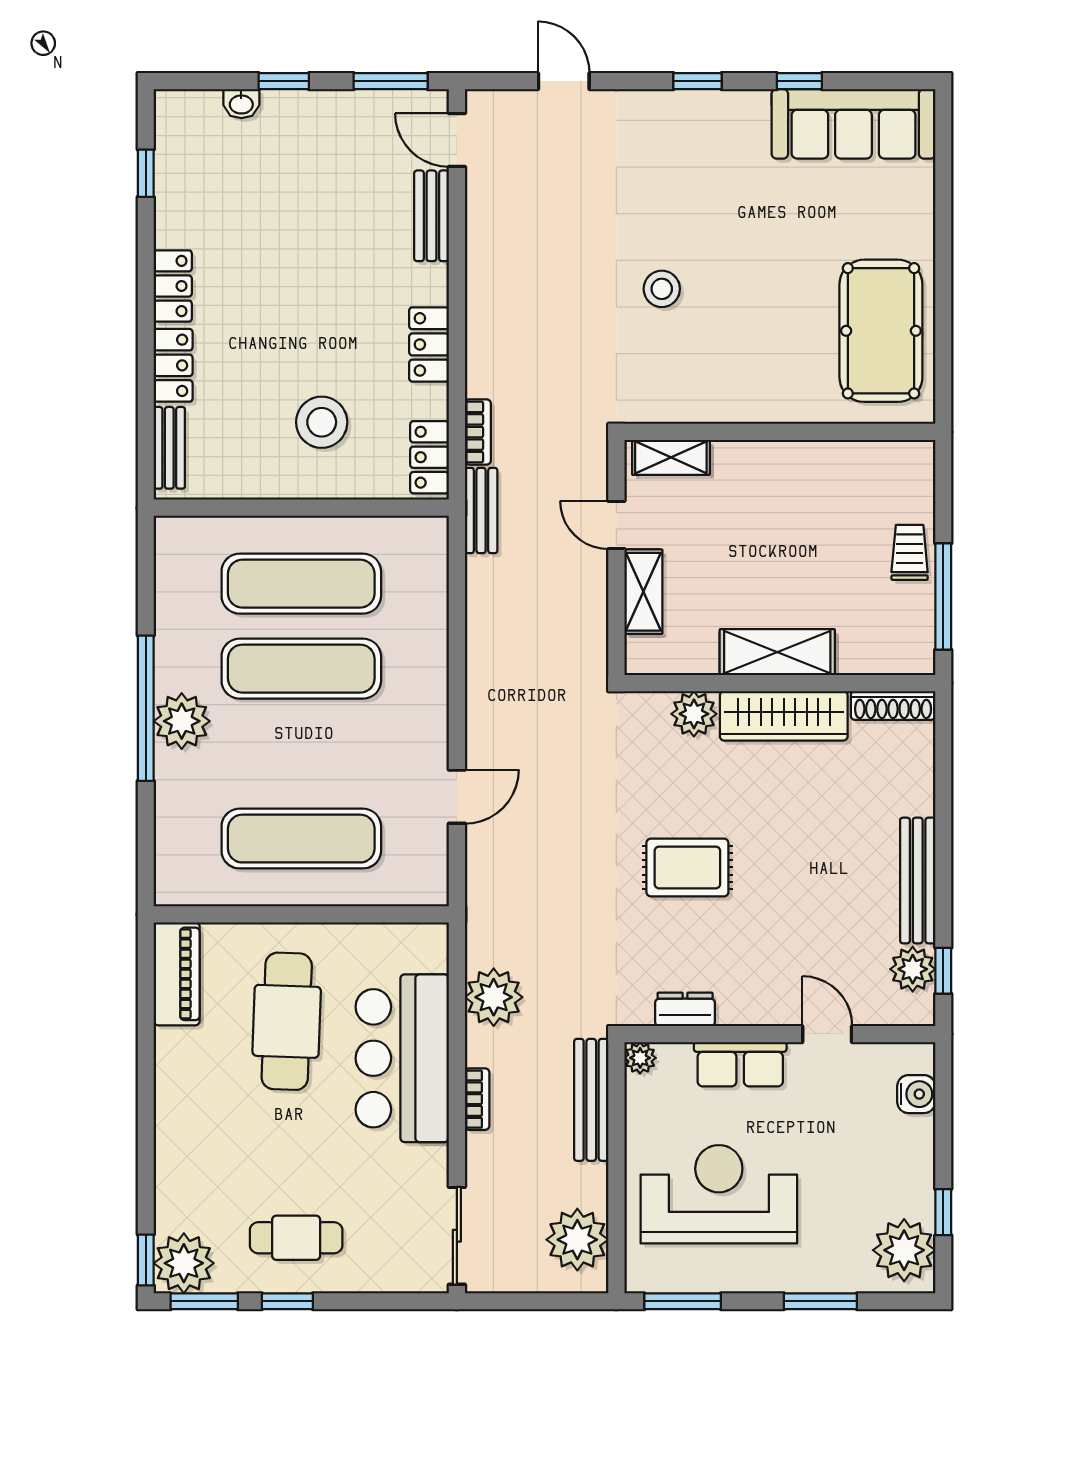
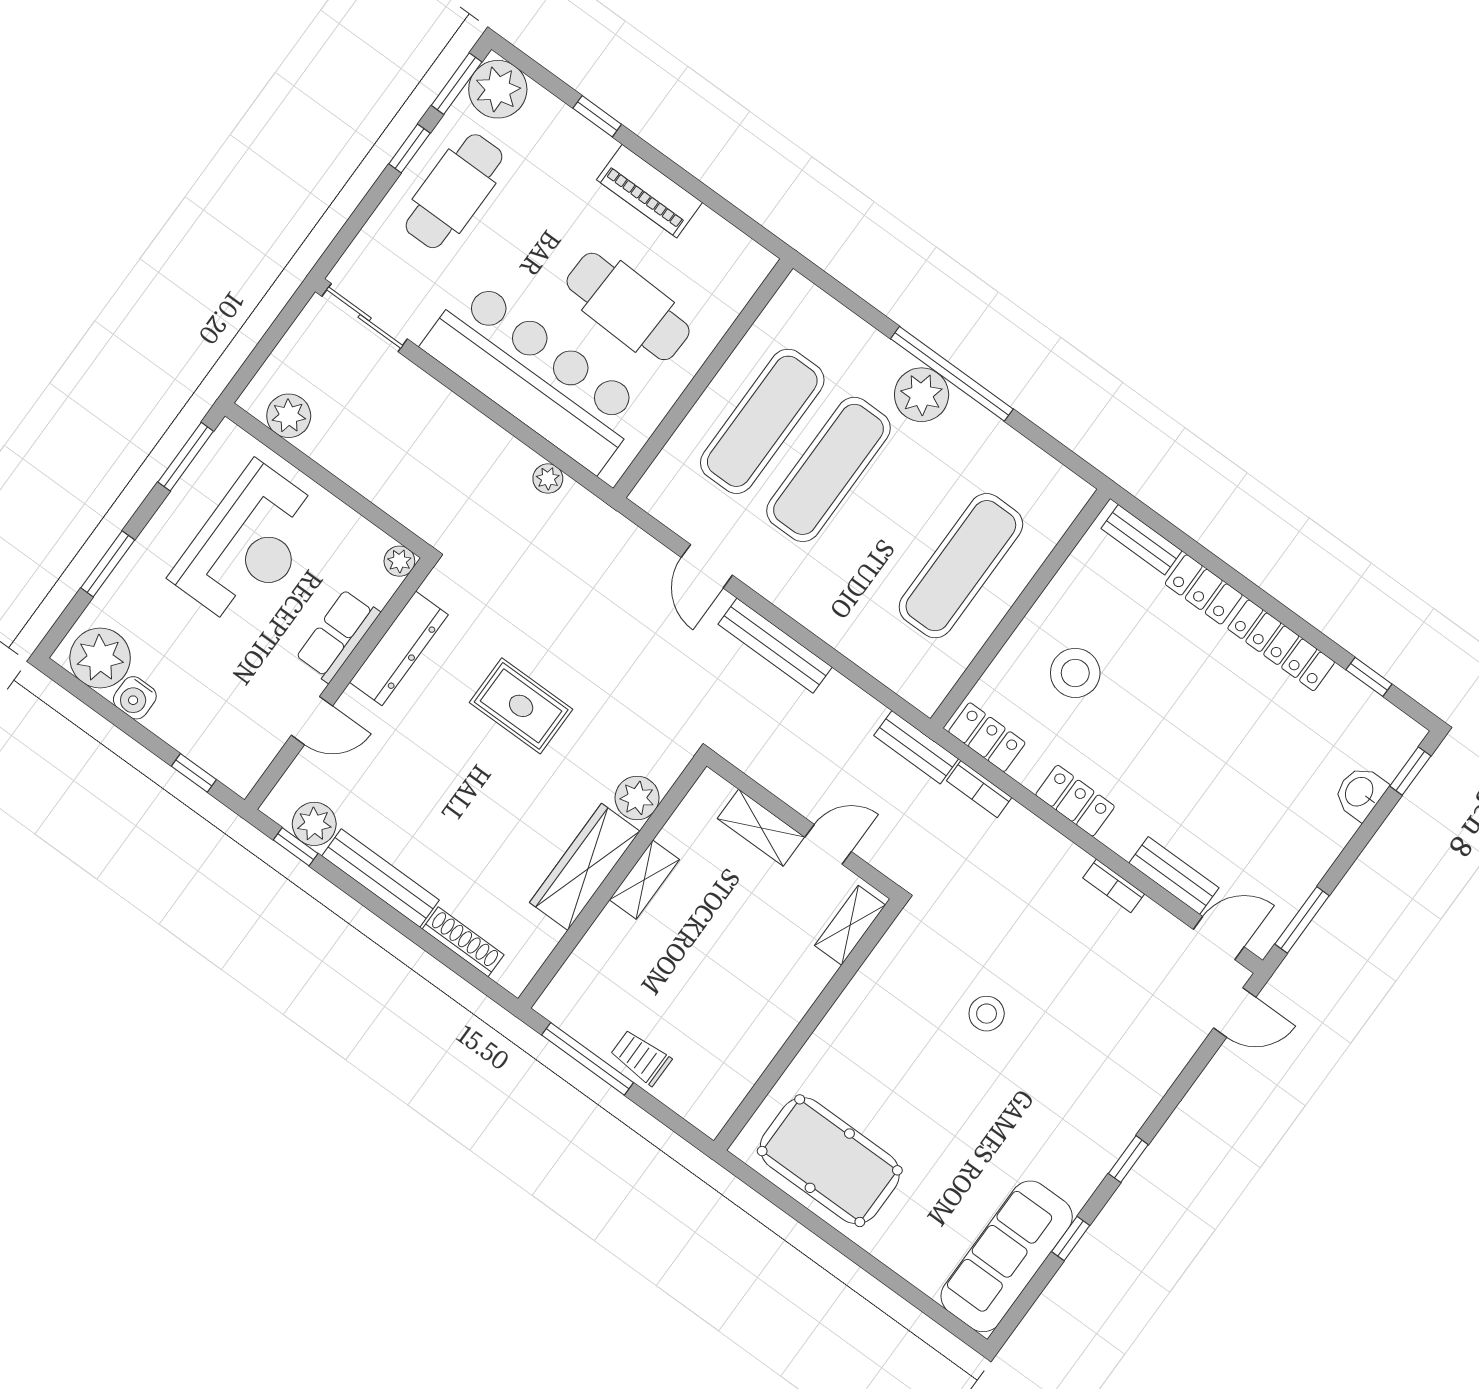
window: (284, 81) -> (1410, 771), moved
door: (564, 81) -> (1235, 1013), moved
washbasin: (241, 104) -> (1360, 792), width x1.38, depth x1.45
locker: (173, 286) -> (1281, 645), width x1.53
trolley: (910, 552) -> (641, 1057), turned 180
shelving: (777, 652) -> (644, 880), width x0.67, depth x0.75
exercise mat: (301, 669) -> (828, 469), moved
shoe rack: (893, 706) -> (463, 942), moved, turned 90
rug: (687, 867) -> (521, 706), turned 90
piano: (177, 974) -> (649, 191), moved
plant: (494, 997) -> (548, 479), width x0.53, depth x0.53
dresser: (685, 1009) -> (399, 648), width x1.96, depth x1.24
bar counter: (402, 1058) -> (534, 376), width x1.36
water cooler: (916, 1094) -> (135, 698), moved
bookcase: (477, 1099) -> (1114, 886), moved
bench: (591, 1100) -> (775, 646), moved
window: (943, 1212) -> (194, 773), moved
cafe table: (296, 1238) -> (454, 191), width x1.37, depth x1.35
plant: (577, 1240) -> (289, 416), width x0.73, depth x0.73
window: (146, 1260) -> (597, 116), moved

